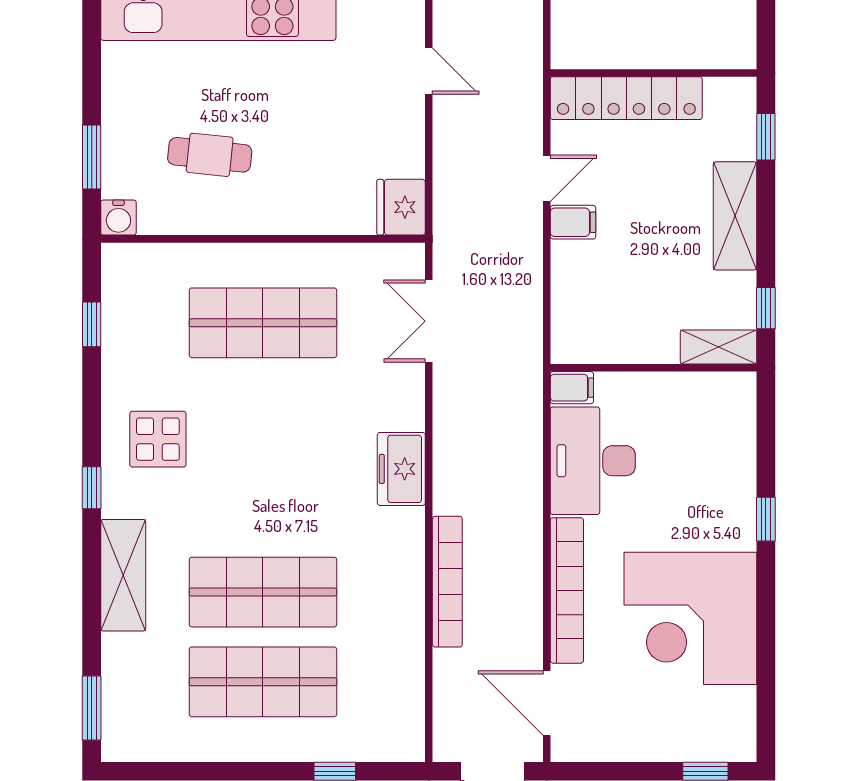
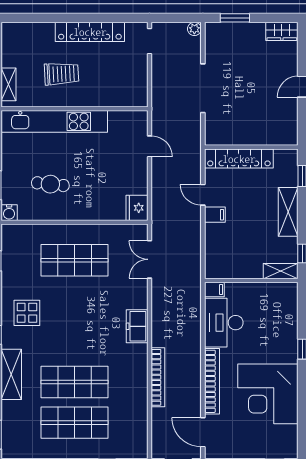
door: (547, 178) -> (203, 195), swing flipped

